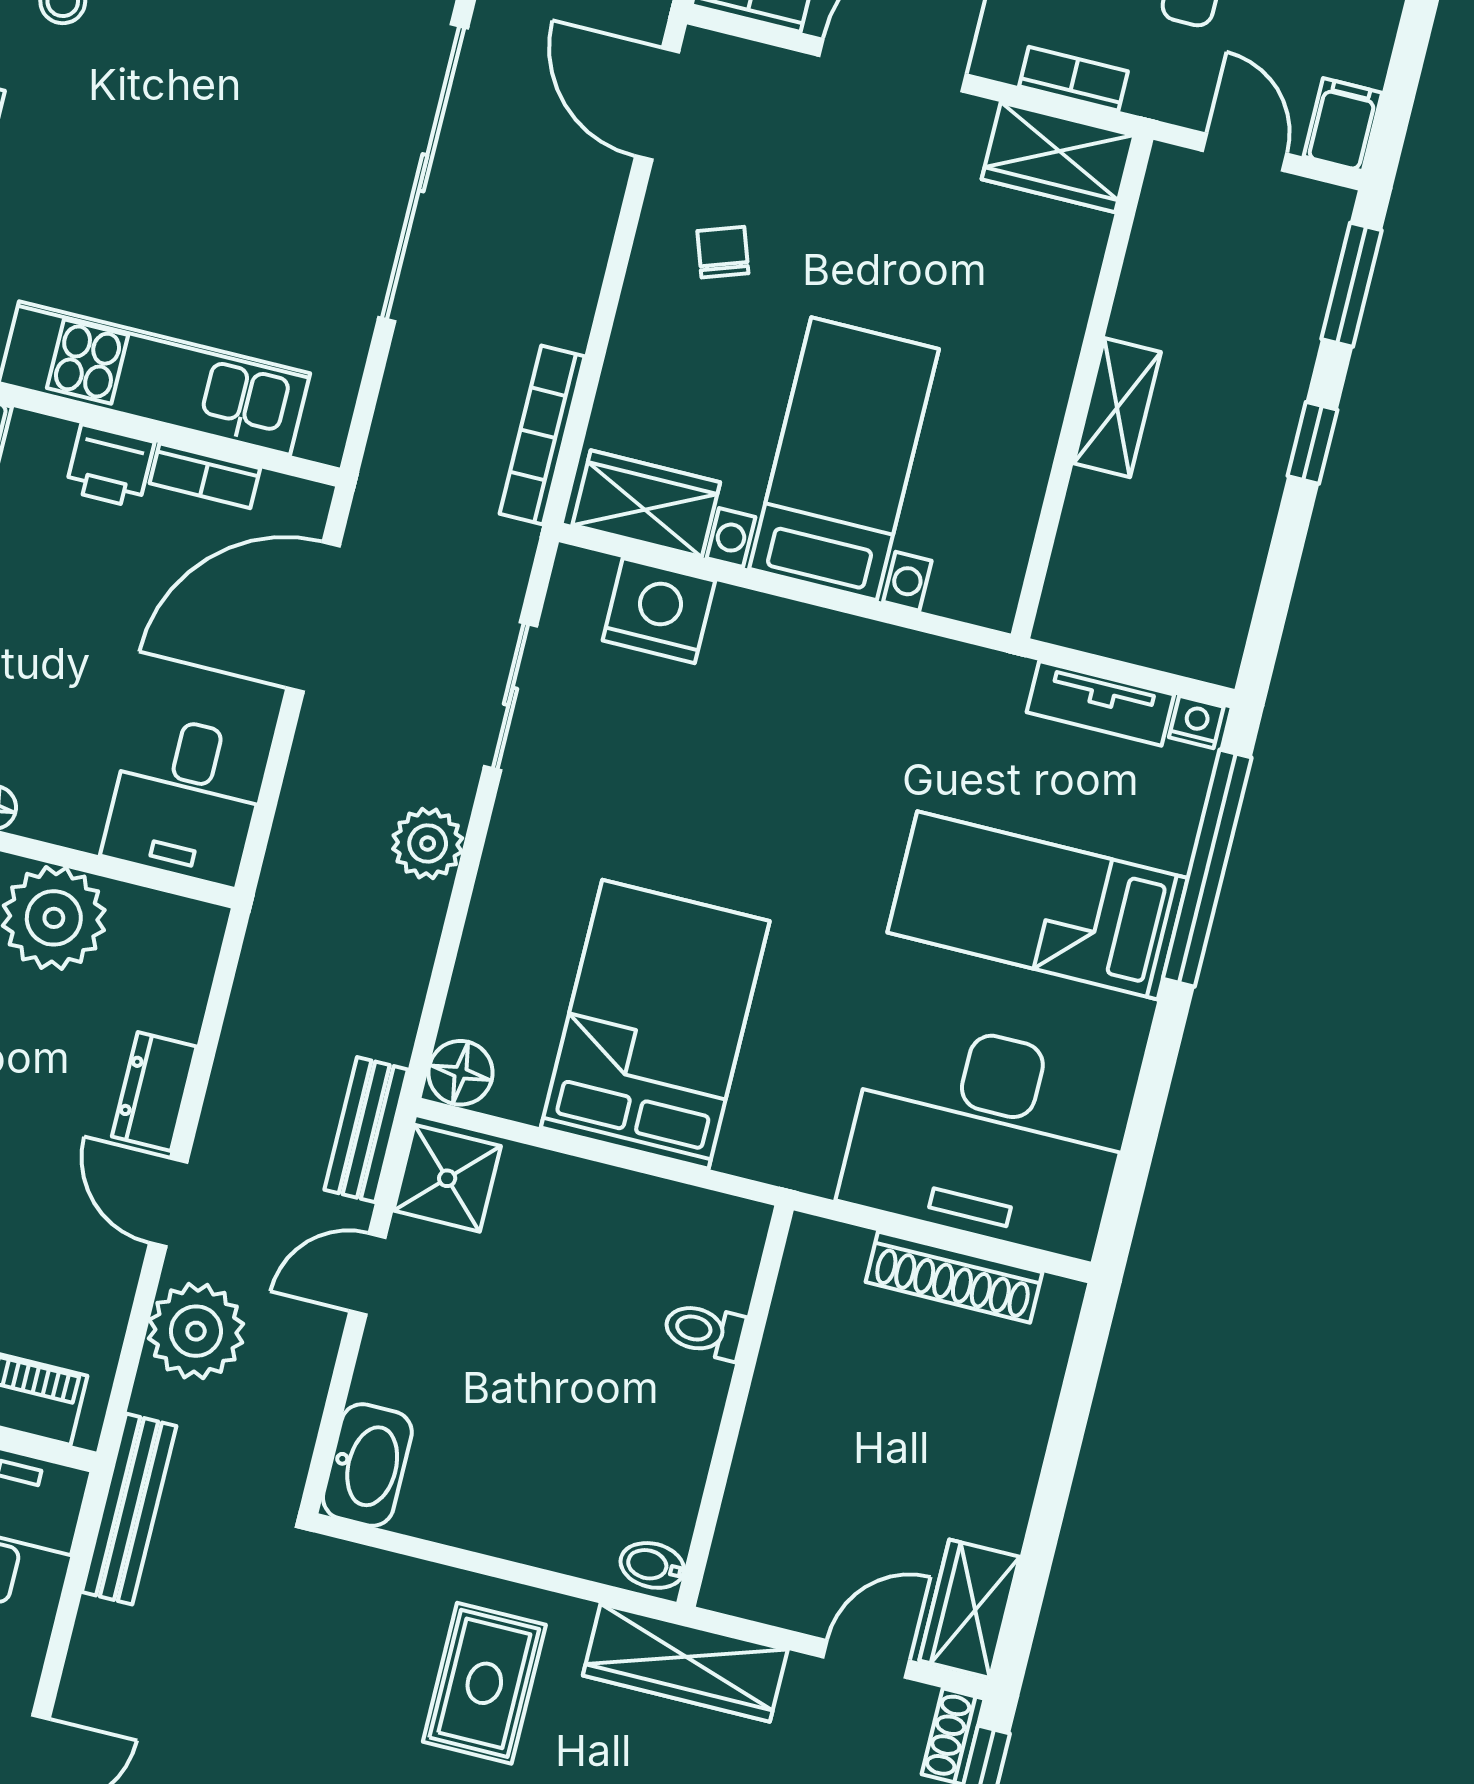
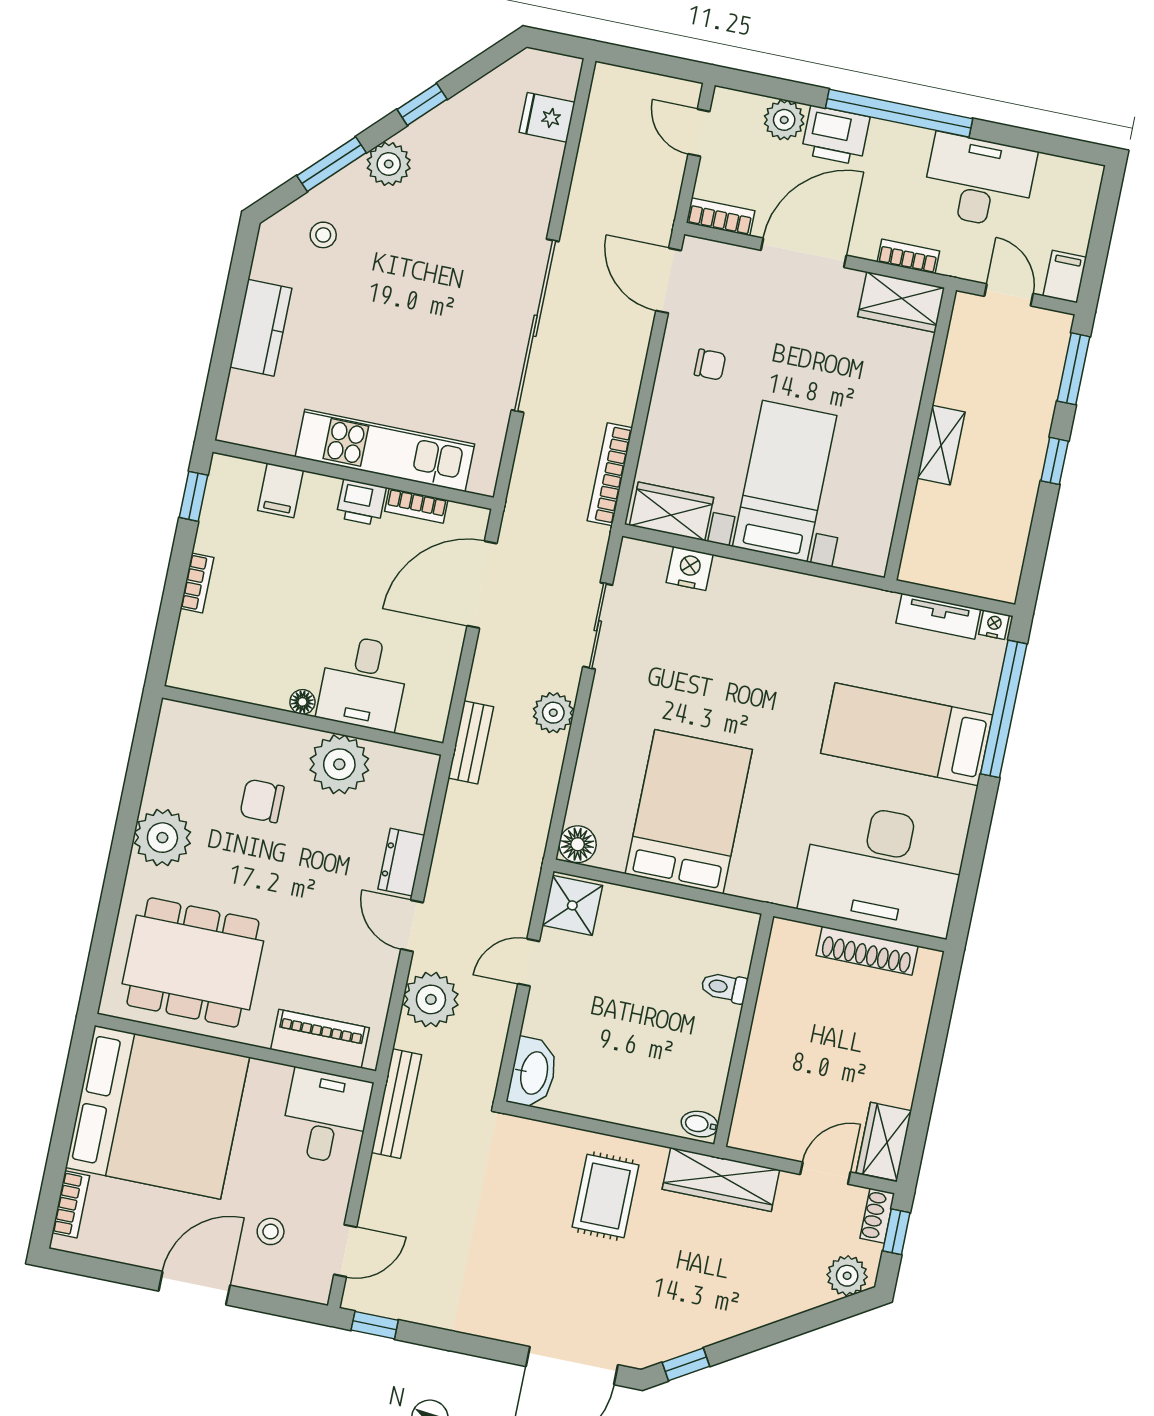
chair: (723, 252) -> (710, 365), turned 109
nightstand: (659, 611) -> (690, 568), width x0.74, depth x0.75
desk: (186, 799) -> (363, 683), moved
bench: (366, 1130) -> (471, 742), moved

